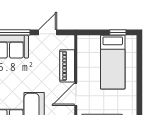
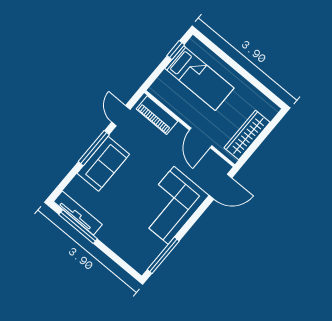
piano: (67, 66) -> (157, 115), moved

